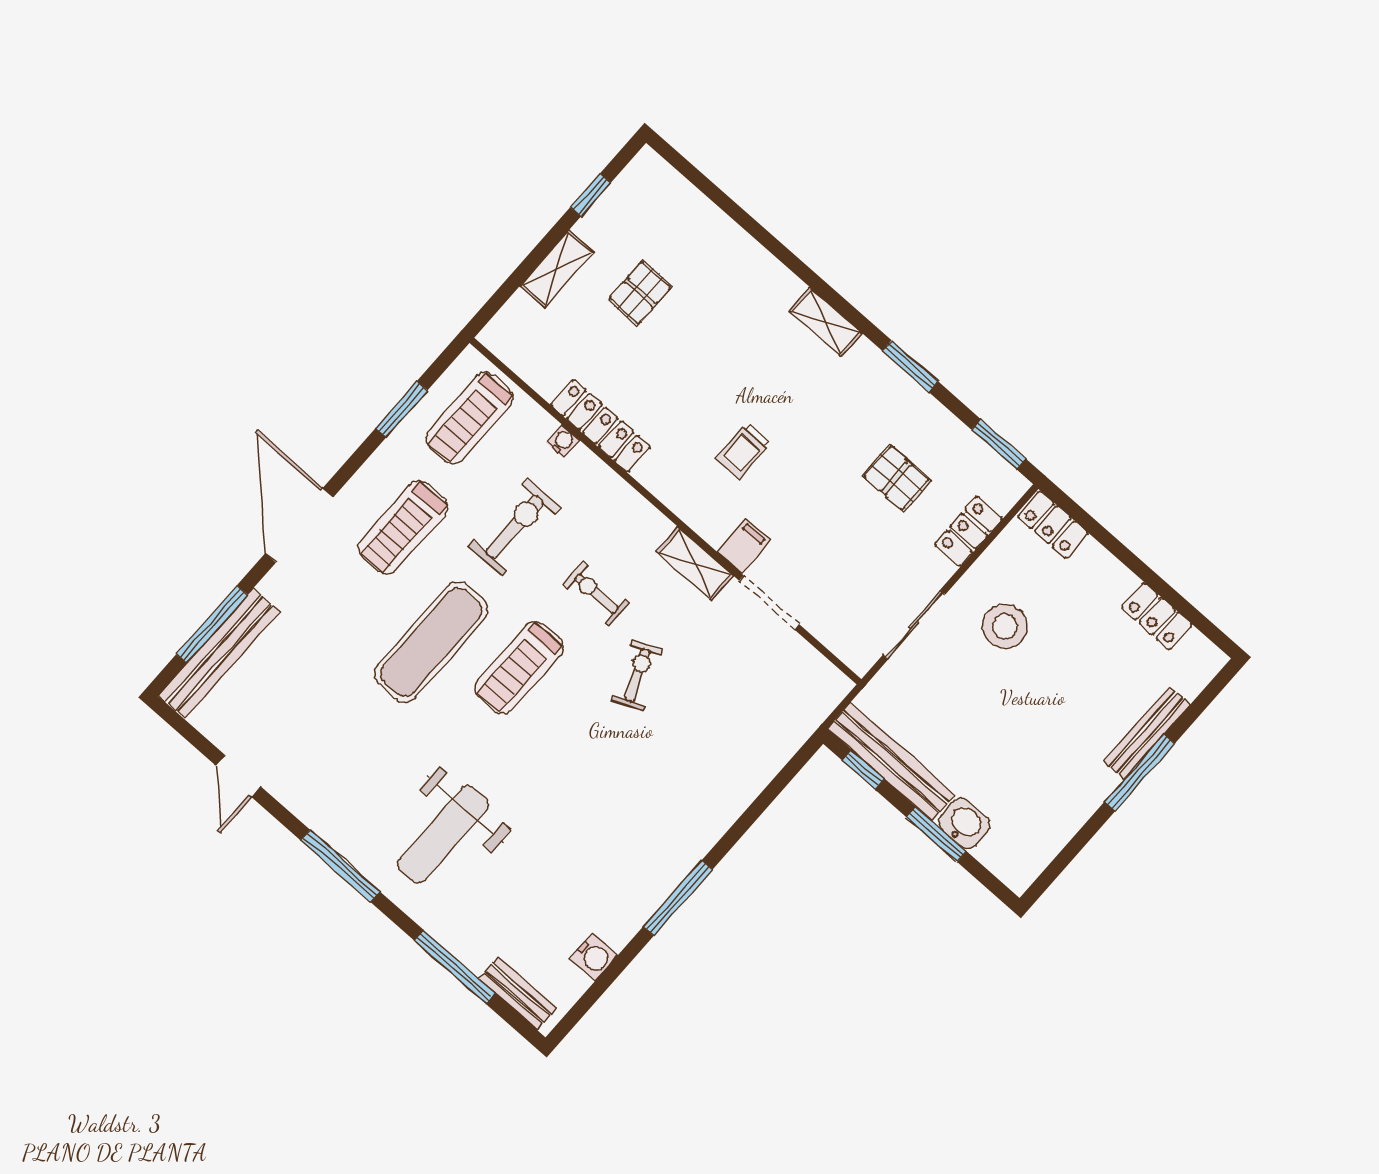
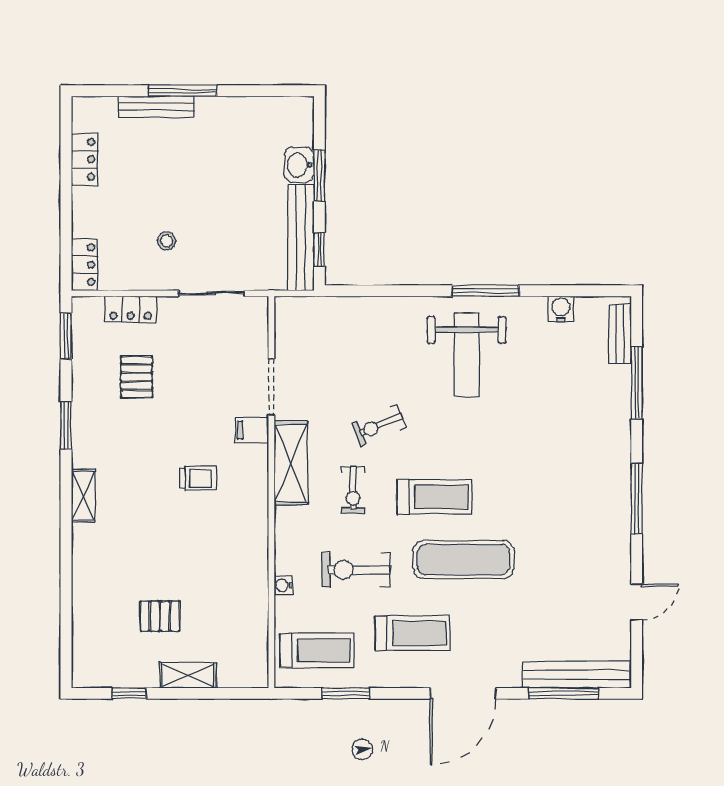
locker: (600, 426) -> (255, 572), removed
shelving: (695, 564) -> (291, 463), width x1.50, depth x1.33
stool: (1005, 626) -> (167, 241), width x0.53, depth x0.53
weight bench: (443, 834) -> (467, 355), moved, turned 90

